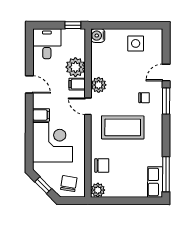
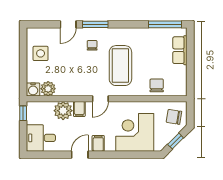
door: (166, 73) -> (68, 24), hinge flipped
plant: (99, 85) -> (48, 89), moved
filing cabinet: (41, 115) -> (98, 143), moved
row of seats: (155, 182) -> (180, 50), moved, turned 90
plant: (98, 190) -> (180, 89), removed

